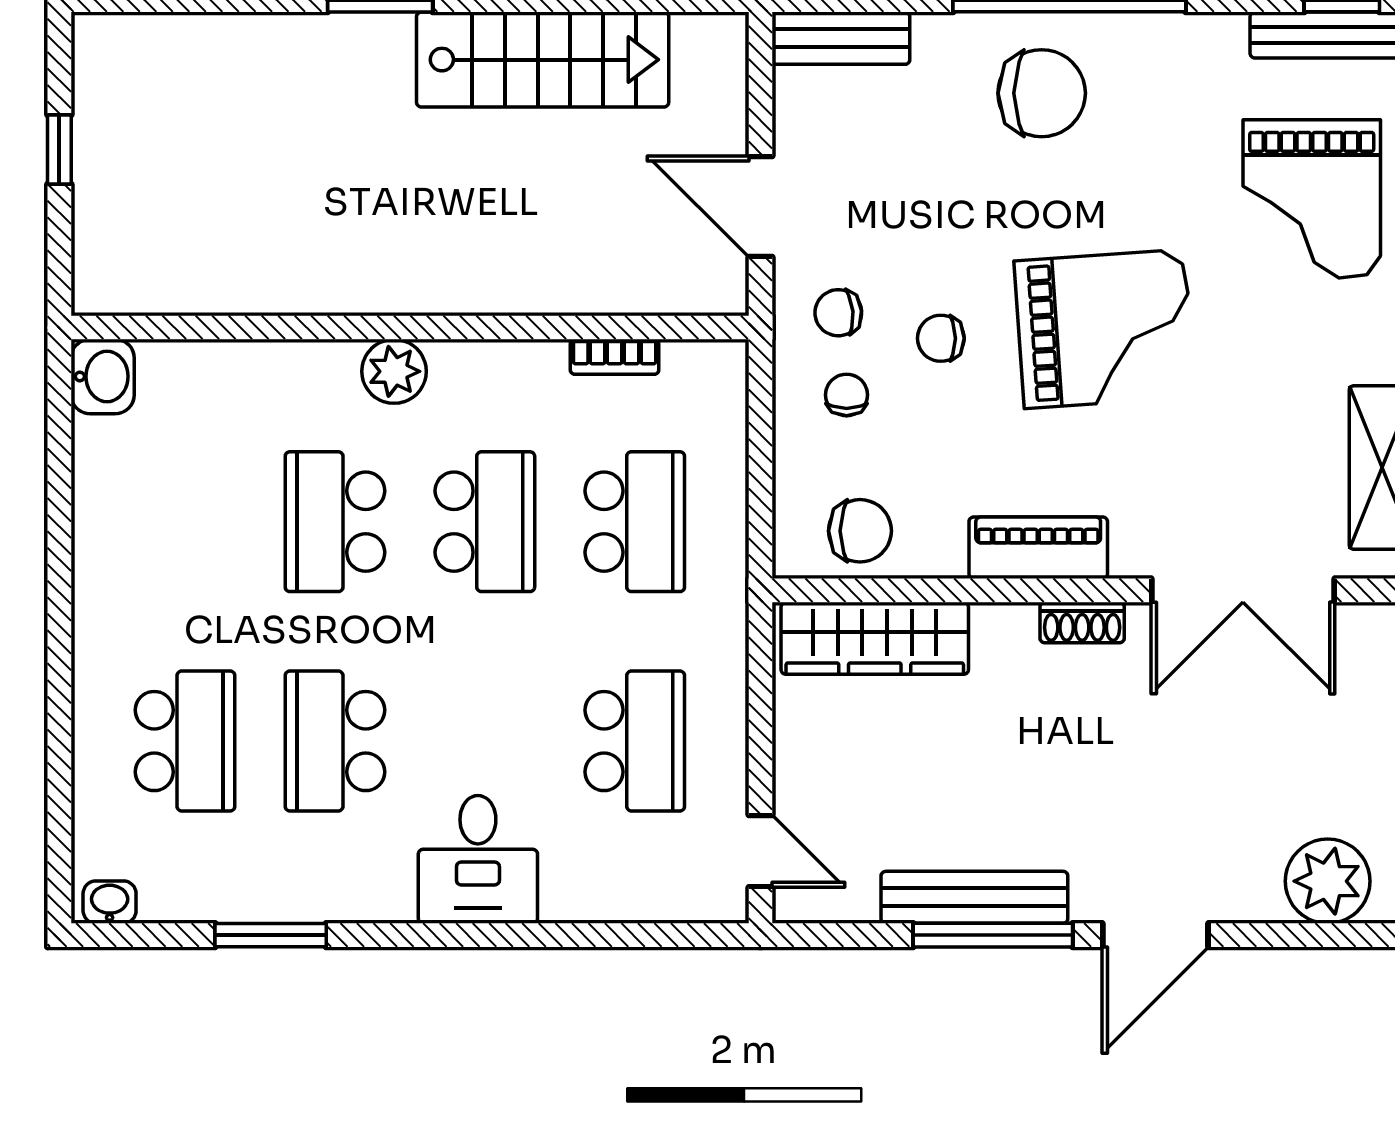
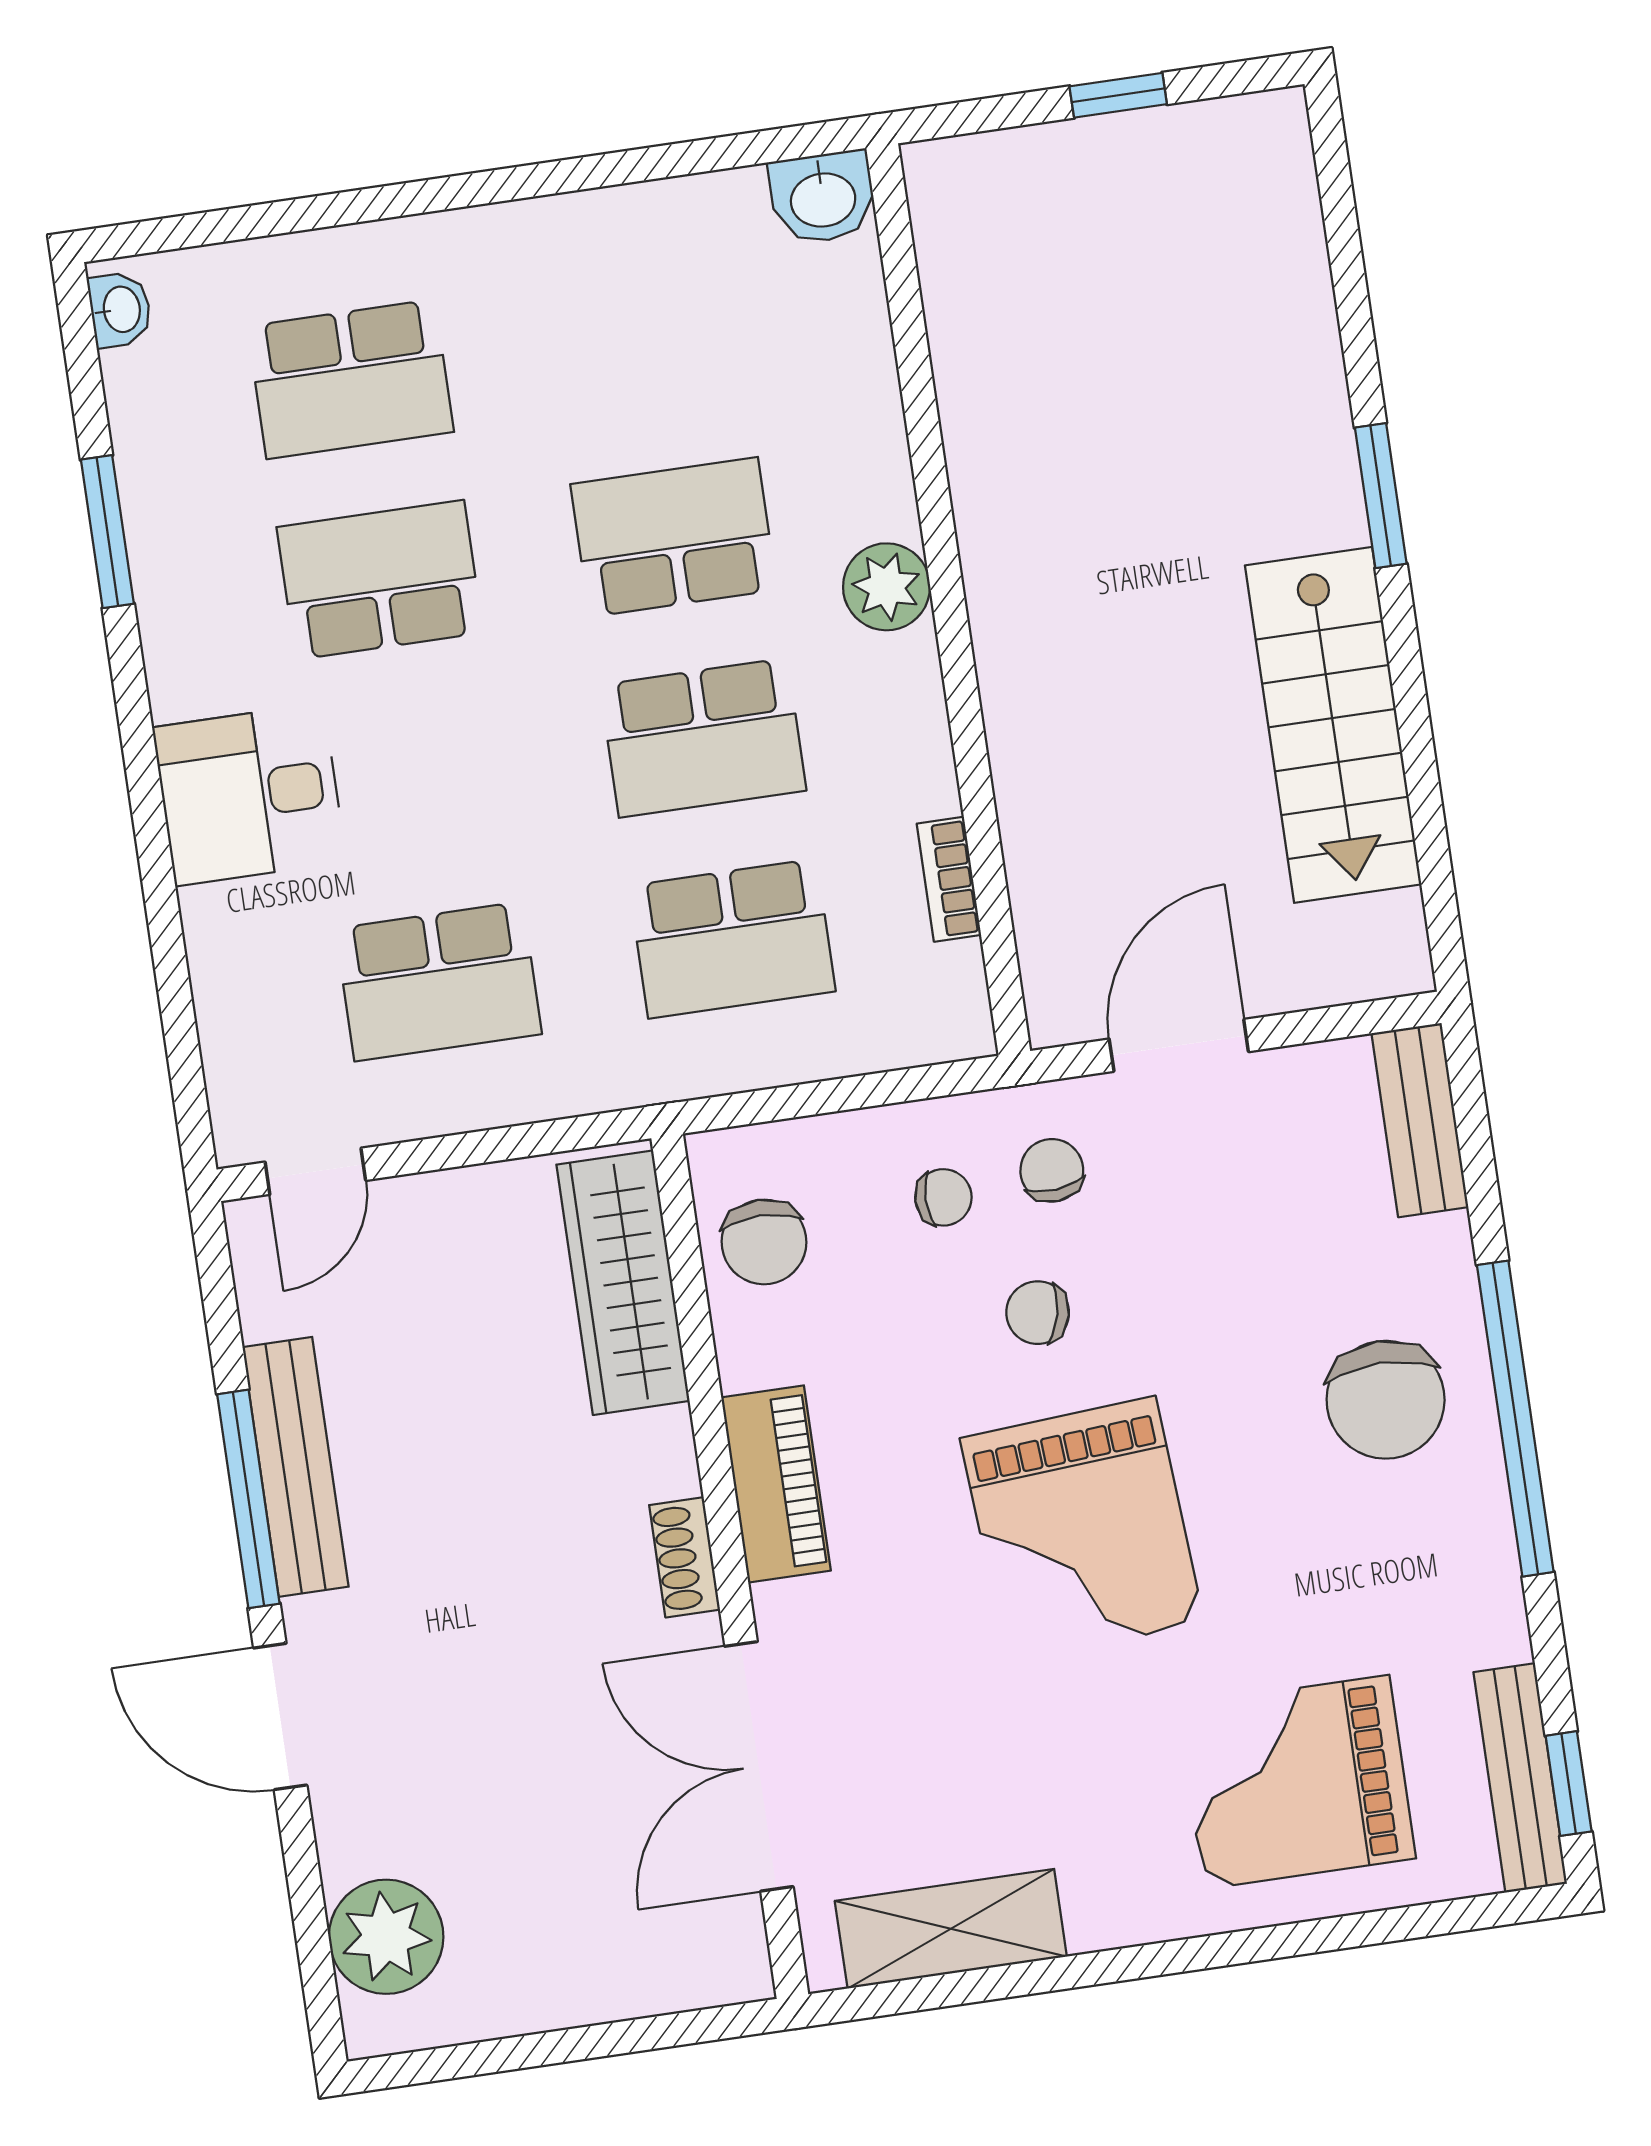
chair: (941, 338) -> (1038, 1313), turned -77

